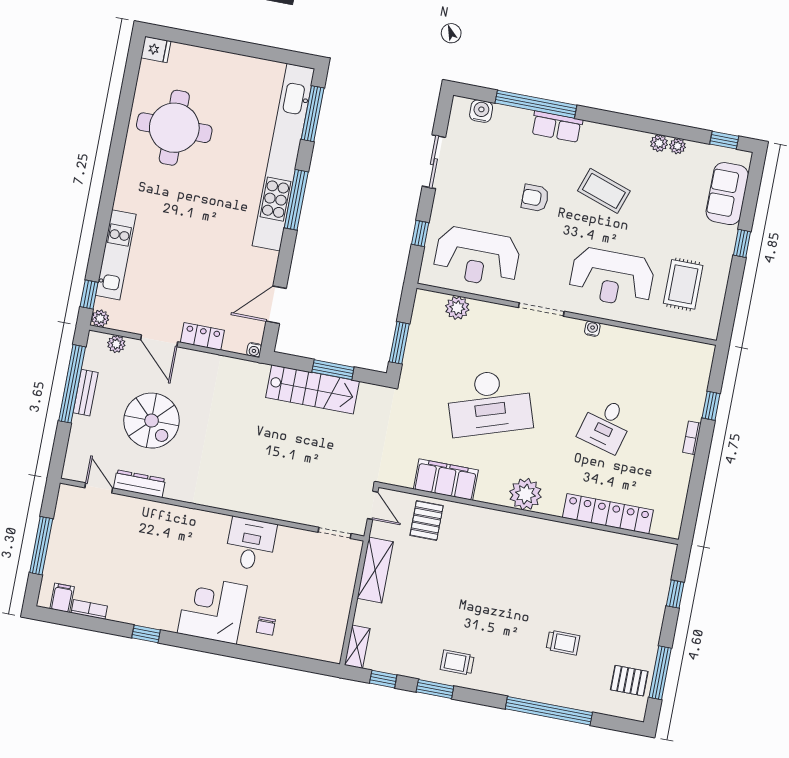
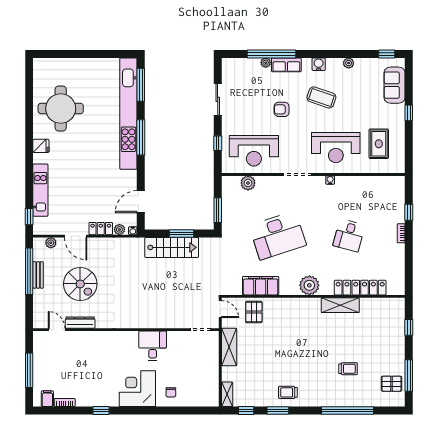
fridge: (156, 50) -> (41, 146), moved
water cooler: (481, 111) -> (319, 64), moved
plant: (678, 146) -> (266, 63), moved
plant: (100, 318) -> (119, 229), moved
shelving: (570, 536) -> (340, 305), added

